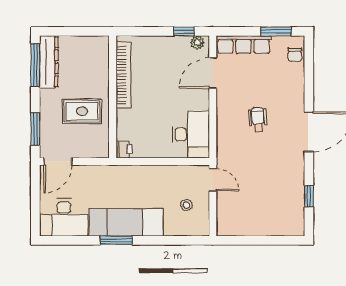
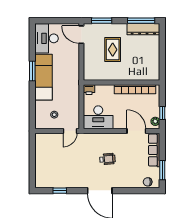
bookcase: (124, 75) -> (135, 89), moved
wall: (113, 97) -> (122, 82), moved
printer: (124, 149) -> (89, 90), moved

